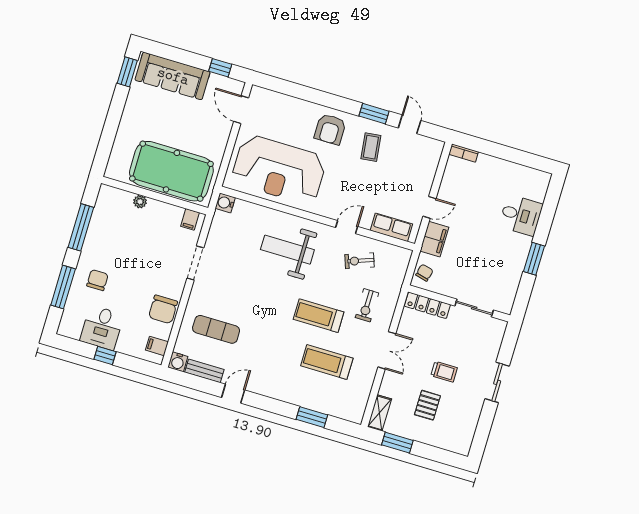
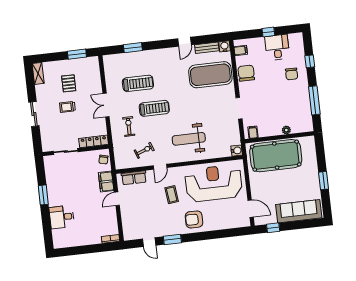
window: (127, 72) -> (324, 181), moved
armchair: (330, 129) -> (194, 219), turned -90
coffee table: (371, 147) -> (172, 195), moved
weight bench: (287, 250) -> (189, 139), turned 180
window: (63, 287) -> (310, 61), width x0.46
exercise mat: (216, 329) -> (210, 75), width x2.00, depth x1.45
shelving: (379, 413) -> (38, 73), moved

